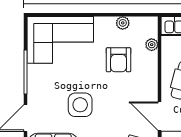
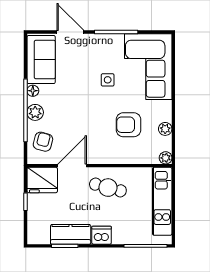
plant: (152, 45) -> (166, 158), moved
side table: (80, 105) -> (108, 80), moved, width x0.54, depth x0.54

